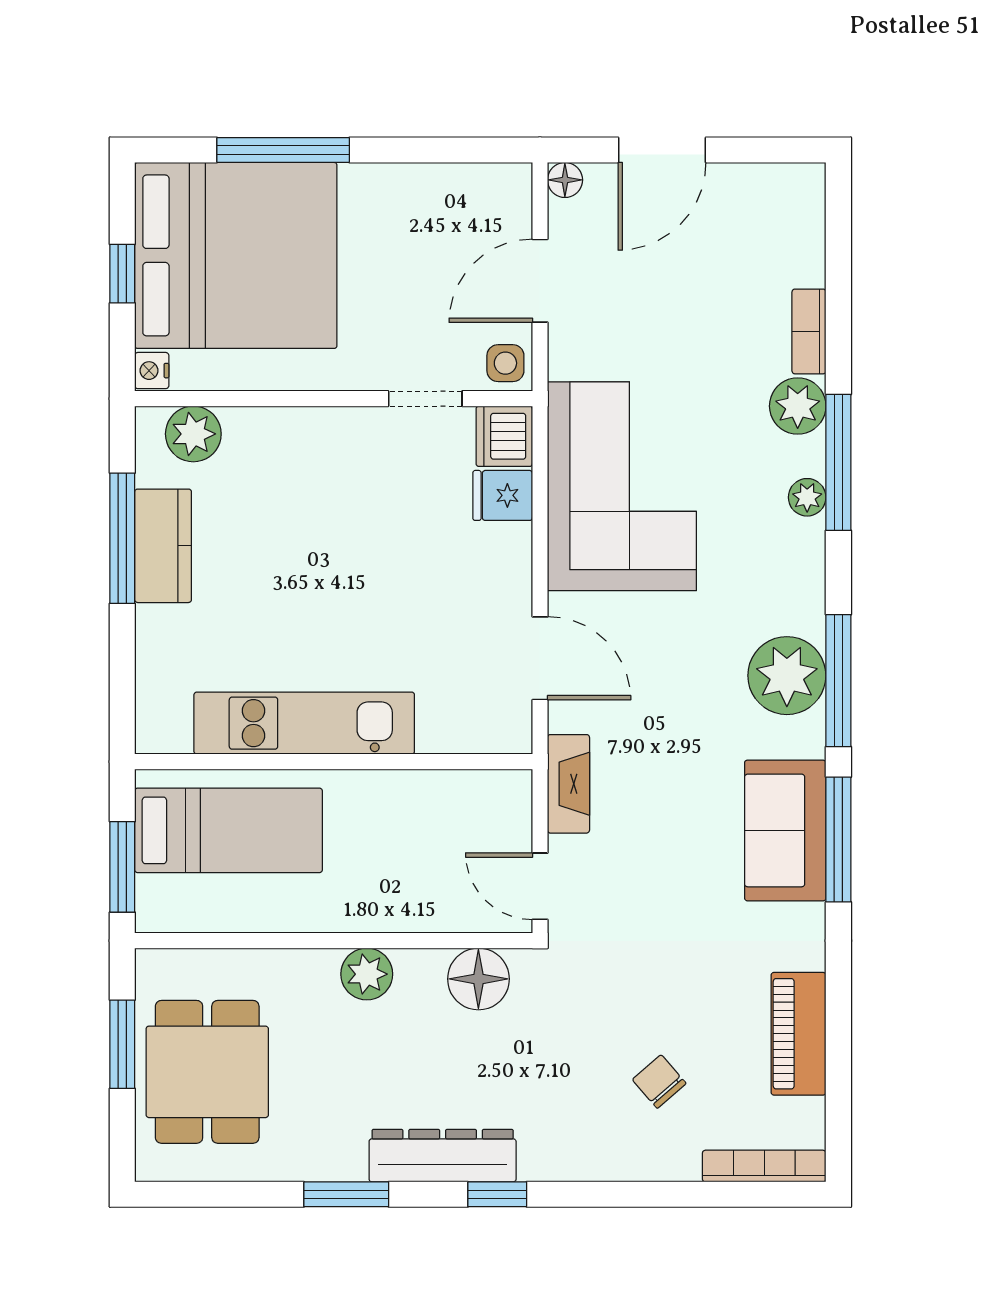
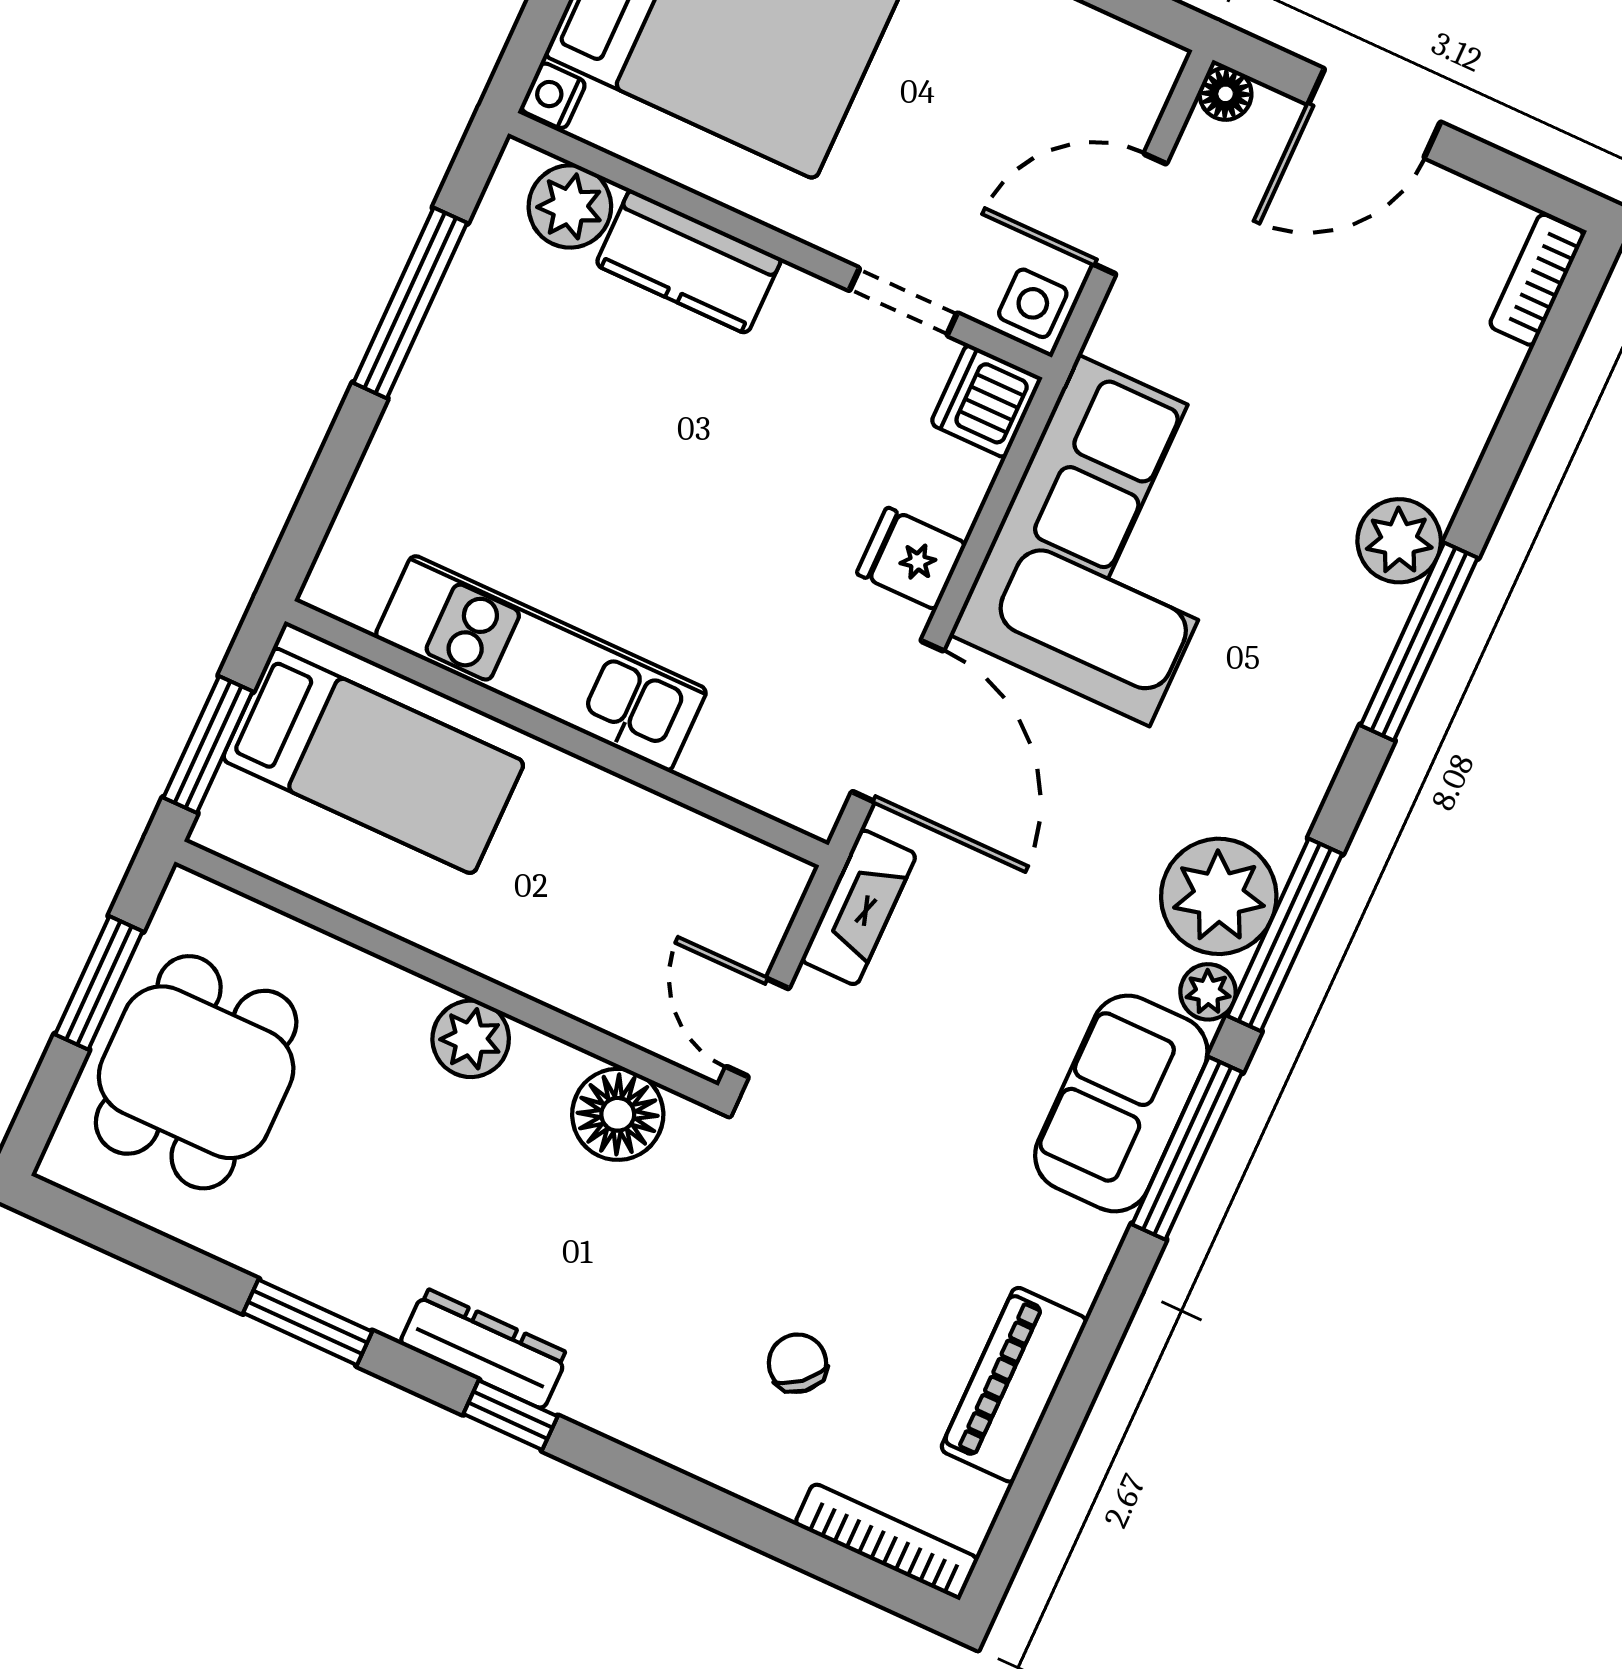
bookcase: (809, 331) -> (1537, 280), moved
fridge: (503, 495) -> (911, 559), moved
plant: (807, 497) -> (1208, 992), moved
kitchen counter: (163, 546) -> (689, 262), moved, turned 90
door: (540, 658) -> (898, 721), width x1.36
dresser: (443, 1156) -> (484, 1349), width x0.73, depth x0.80

